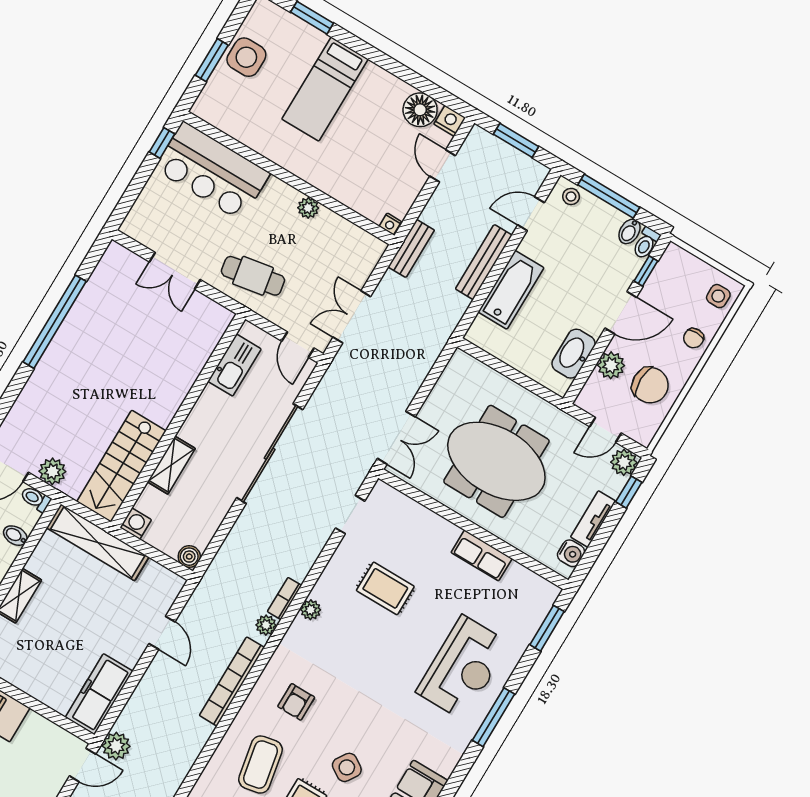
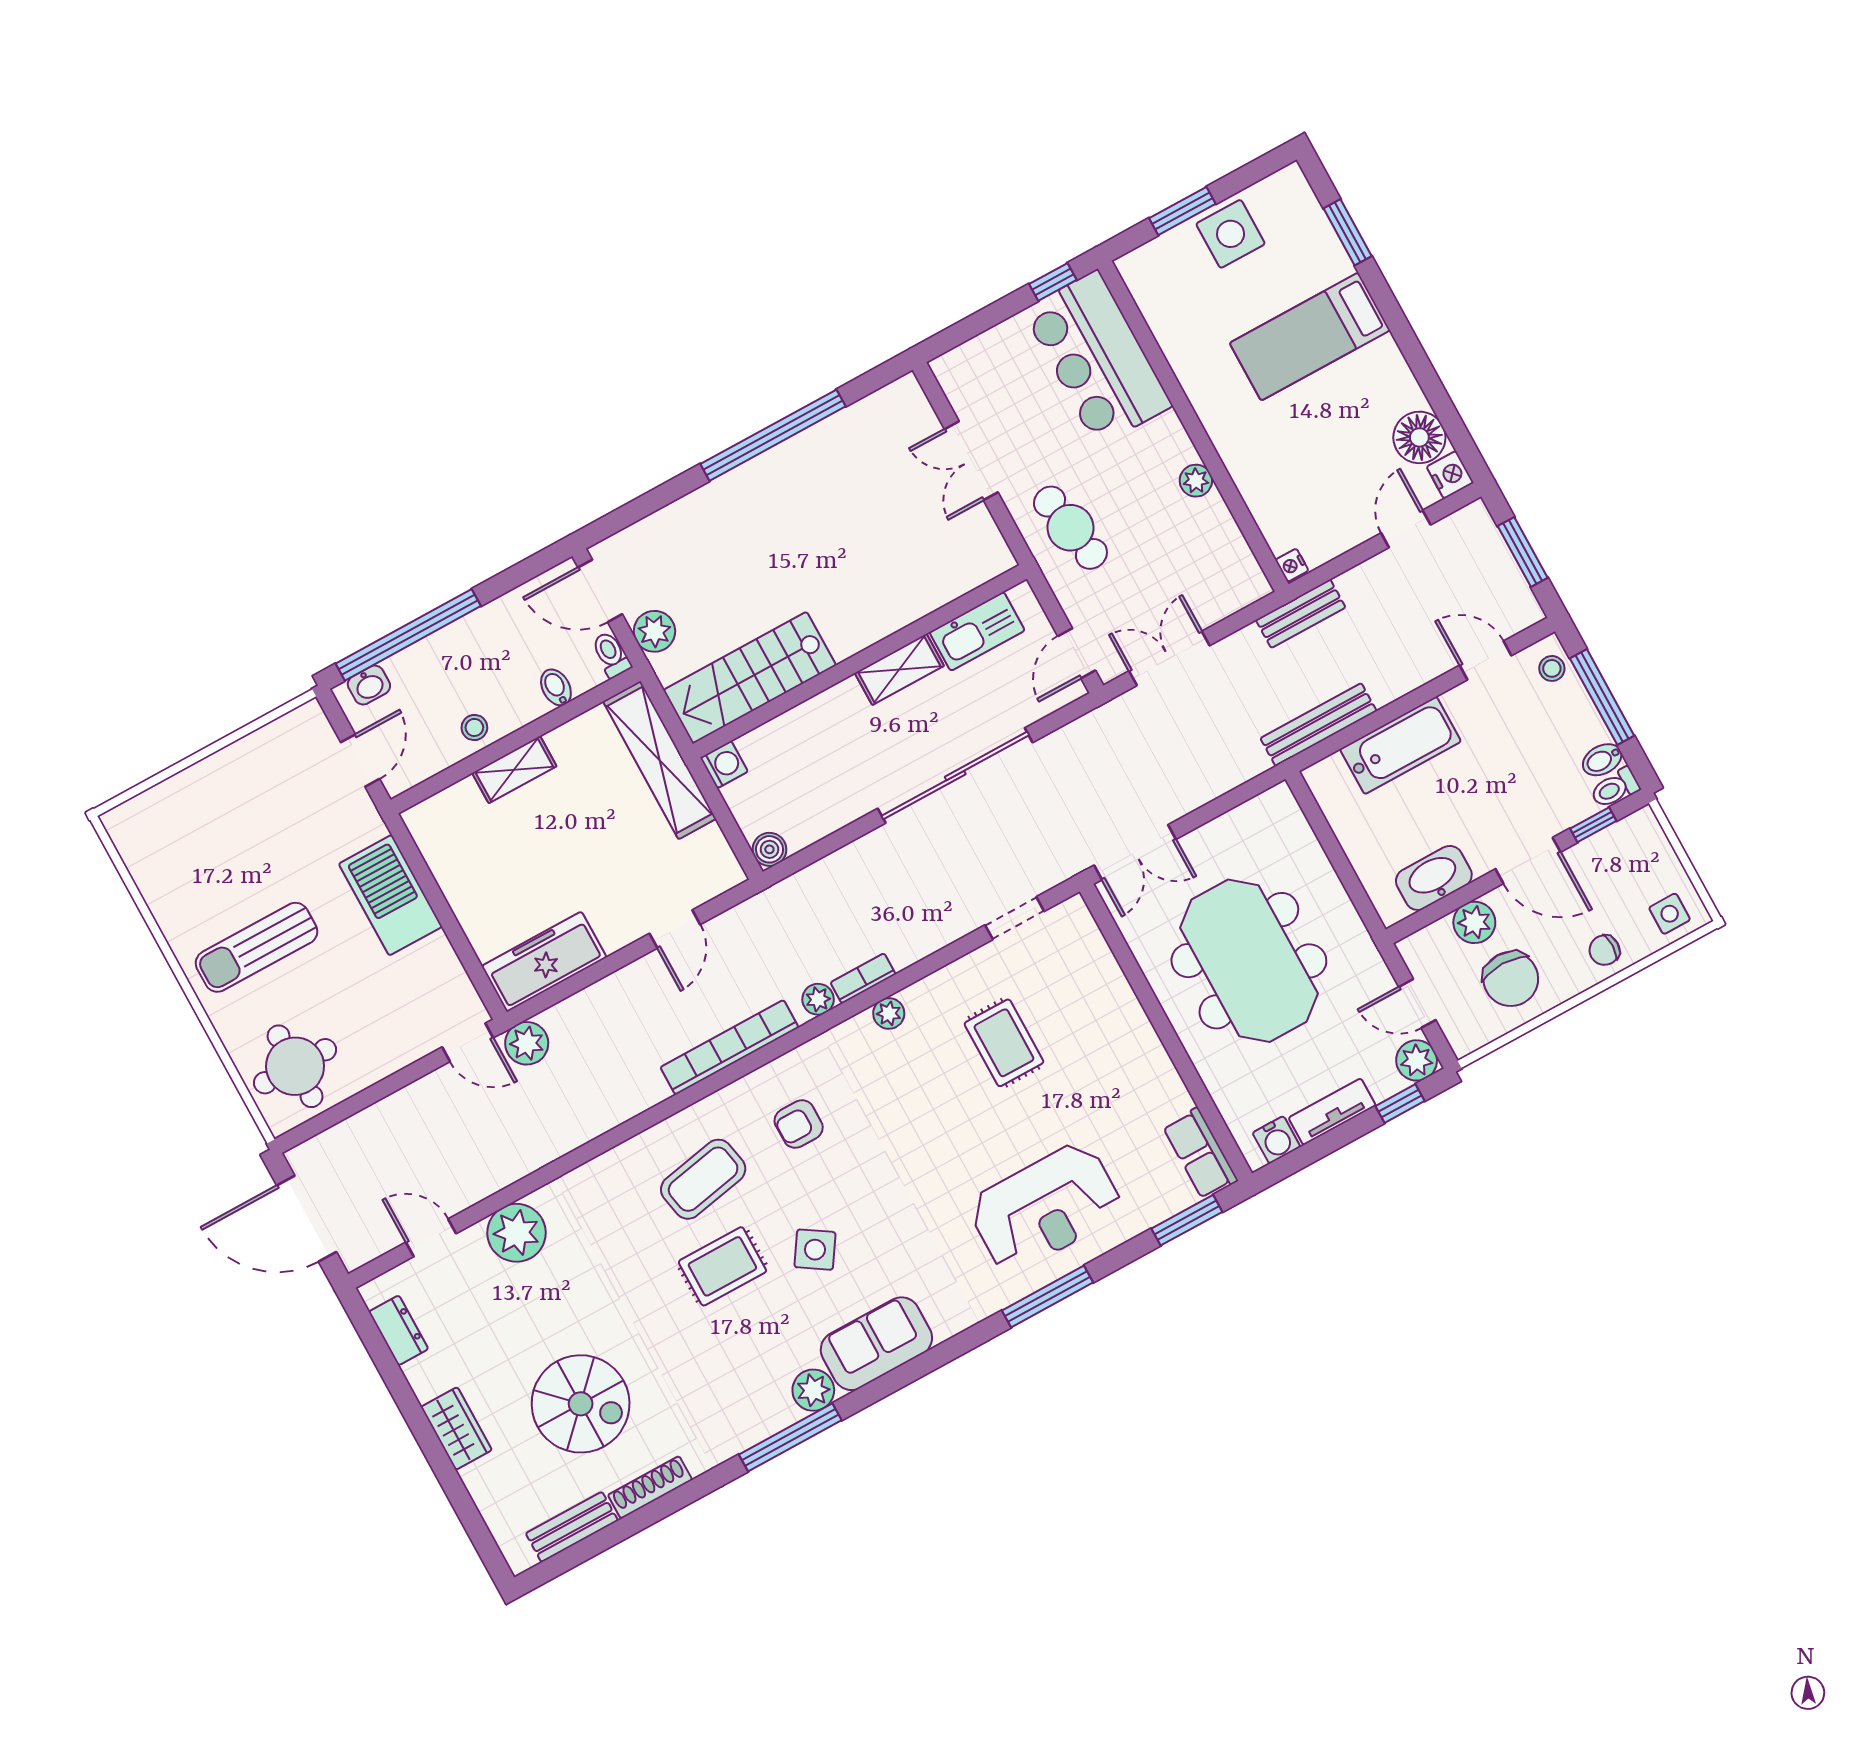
bench: (484, 262) -> (1318, 725), moved
shelving: (171, 465) -> (899, 669), moved
row of seats: (482, 555) -> (1200, 1153), moved

